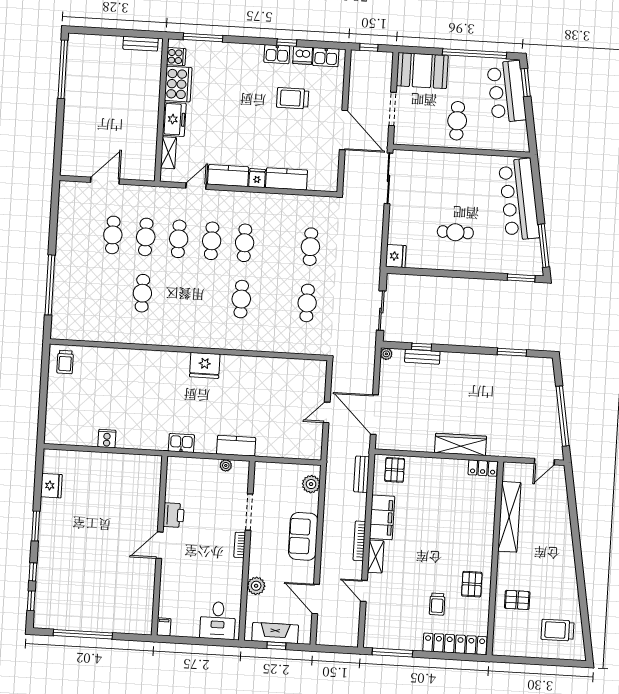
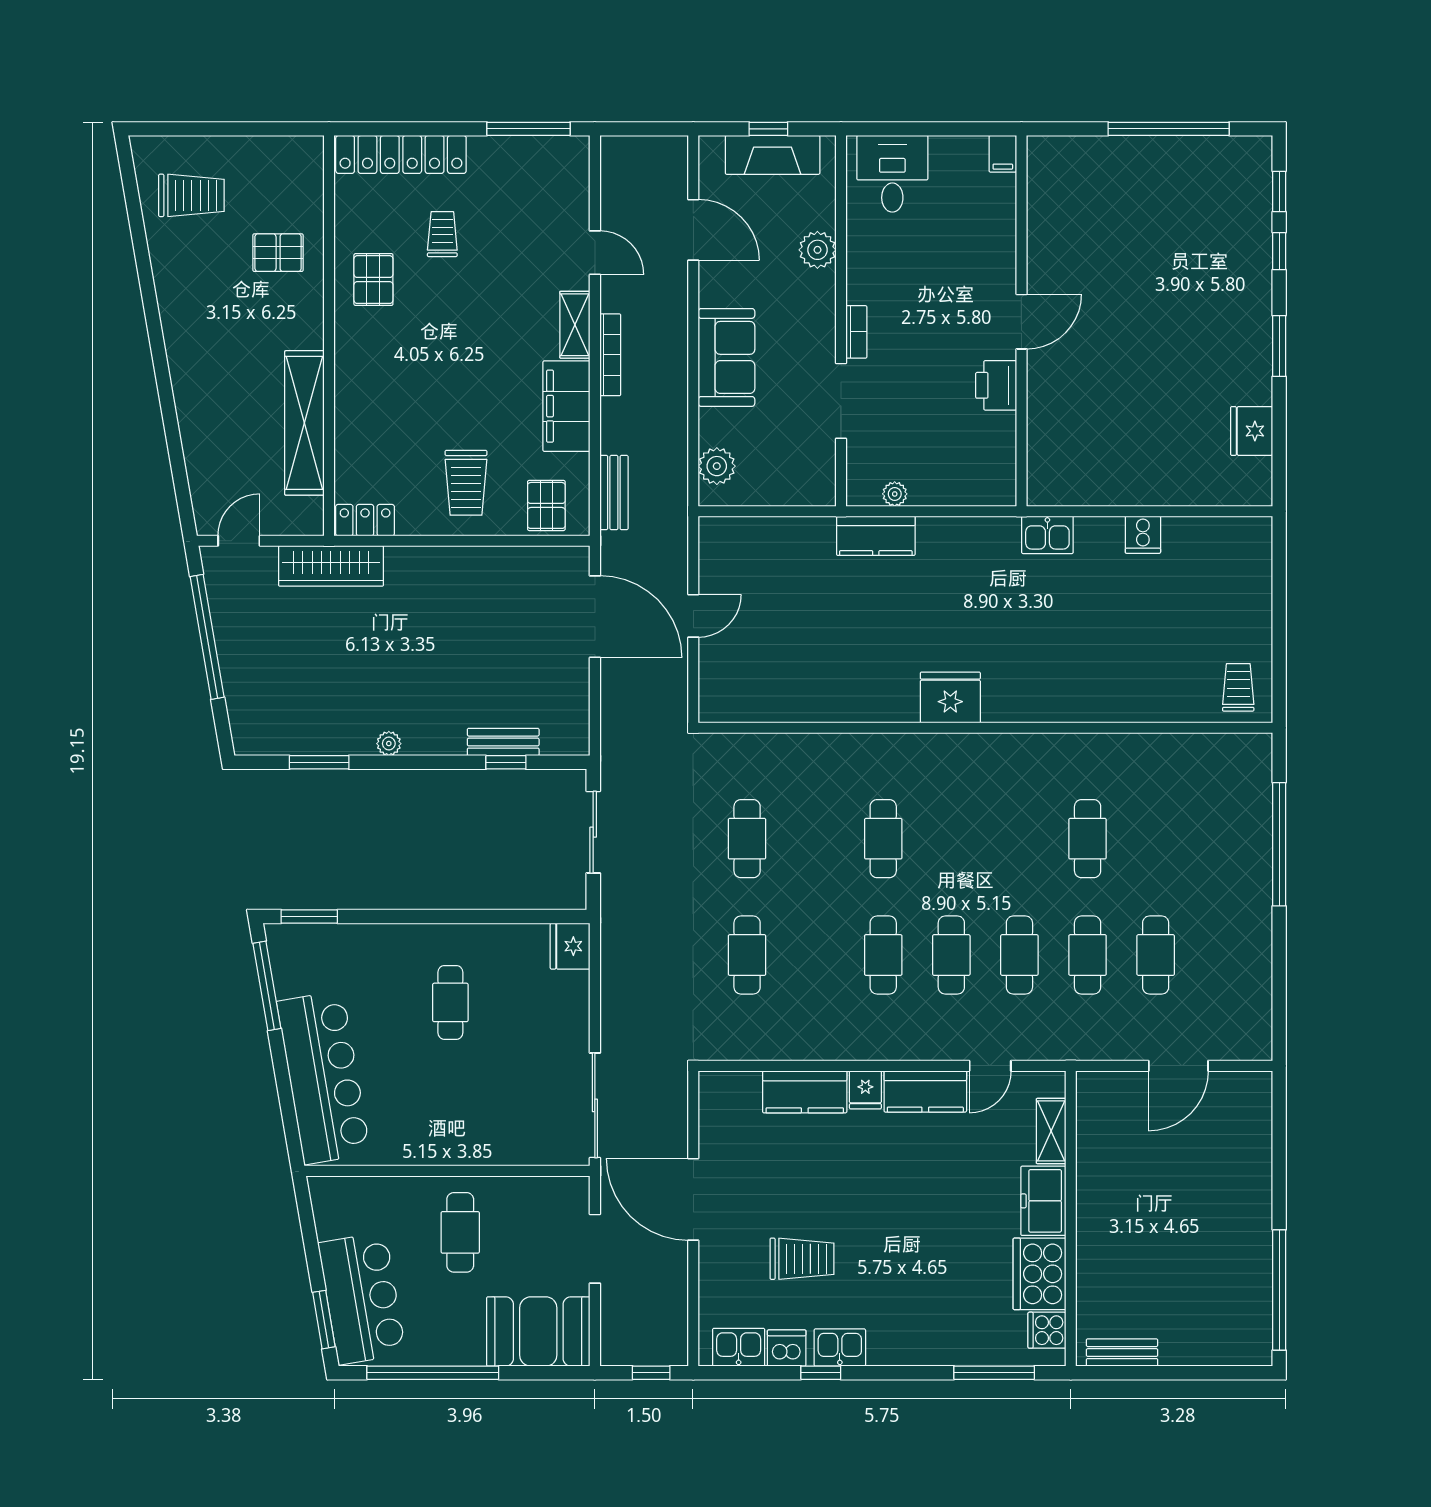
cafe table: (455, 232) -> (450, 1002), turned 90
plant: (386, 354) -> (389, 744), moved
kitchen sink: (181, 443) -> (1047, 535), moved
wardrobe: (461, 444) -> (331, 566), moved
trolley: (433, 483) -> (466, 483), added

